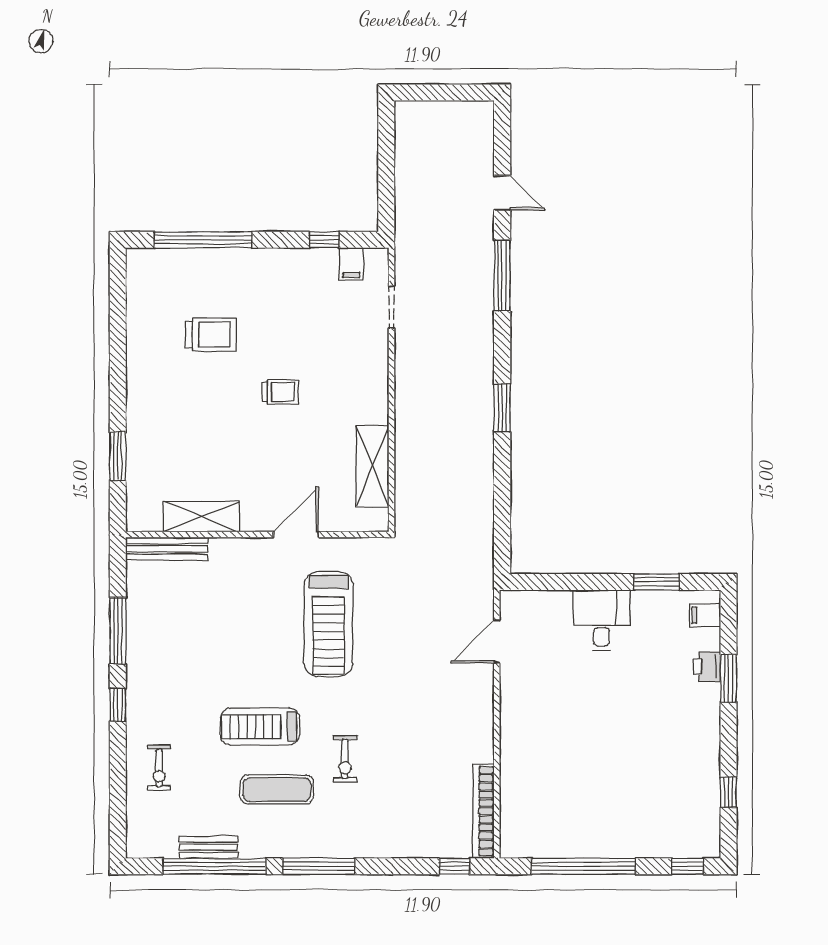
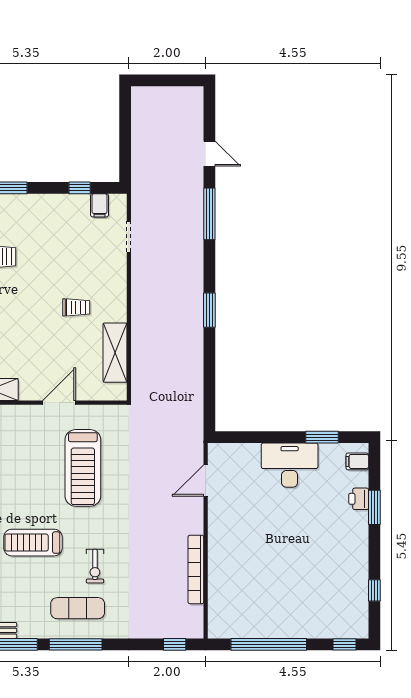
trolley: (280, 392) -> (76, 307), moved
desk: (602, 620) -> (290, 465), width x1.37
exercise mat: (277, 789) -> (78, 608), moved
bookcase: (484, 811) -> (196, 569), moved

